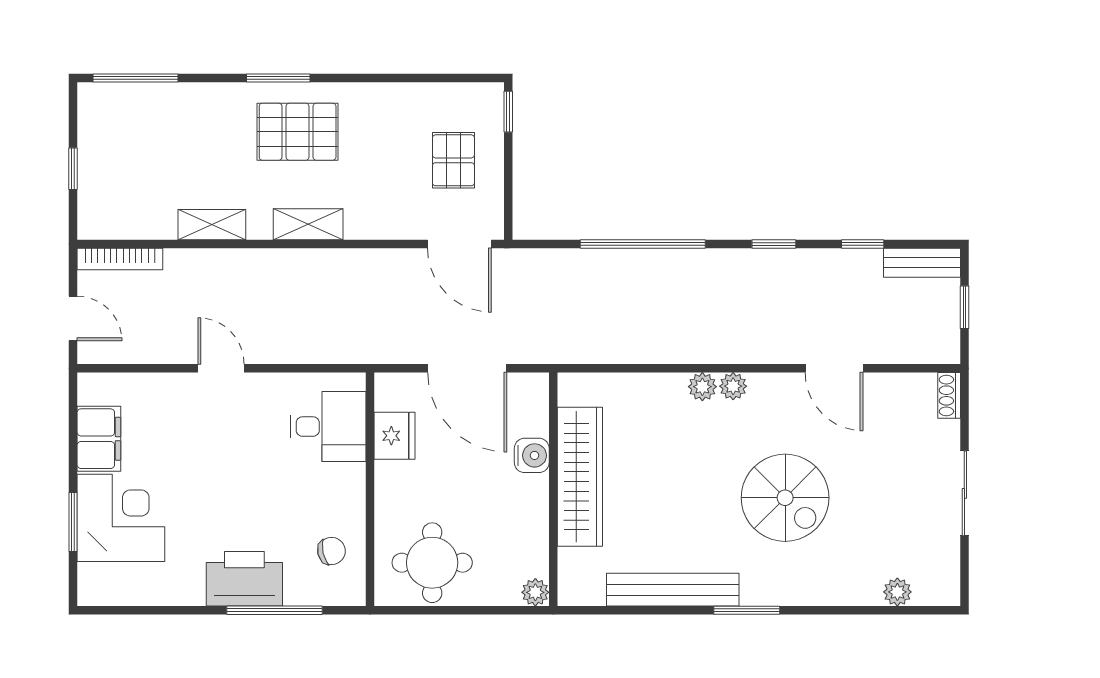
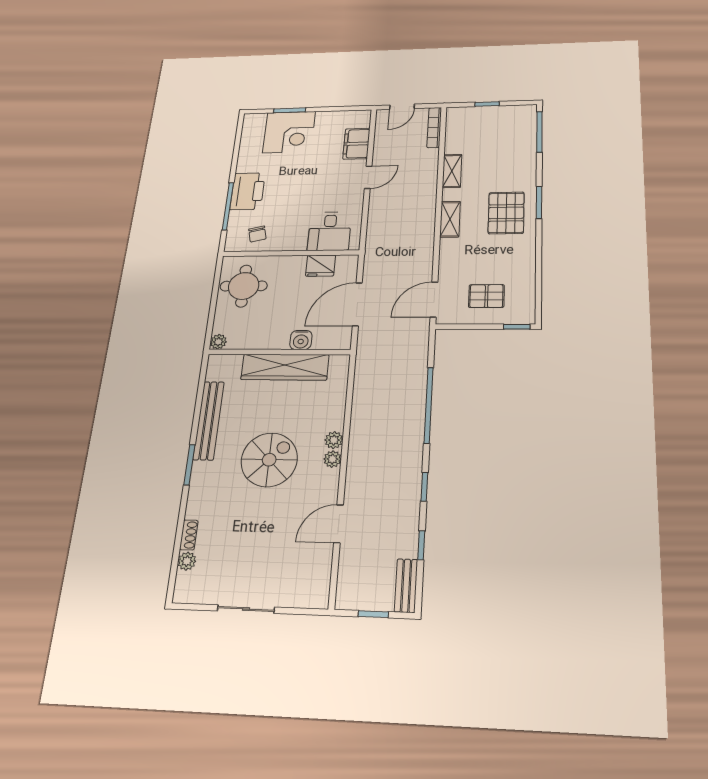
shoe rack: (949, 395) -> (189, 535), moved, turned 90
filing cabinet: (99, 439) -> (356, 144), moved, turned 90
spiral stairs: (785, 498) -> (269, 460), moved, turned 180

